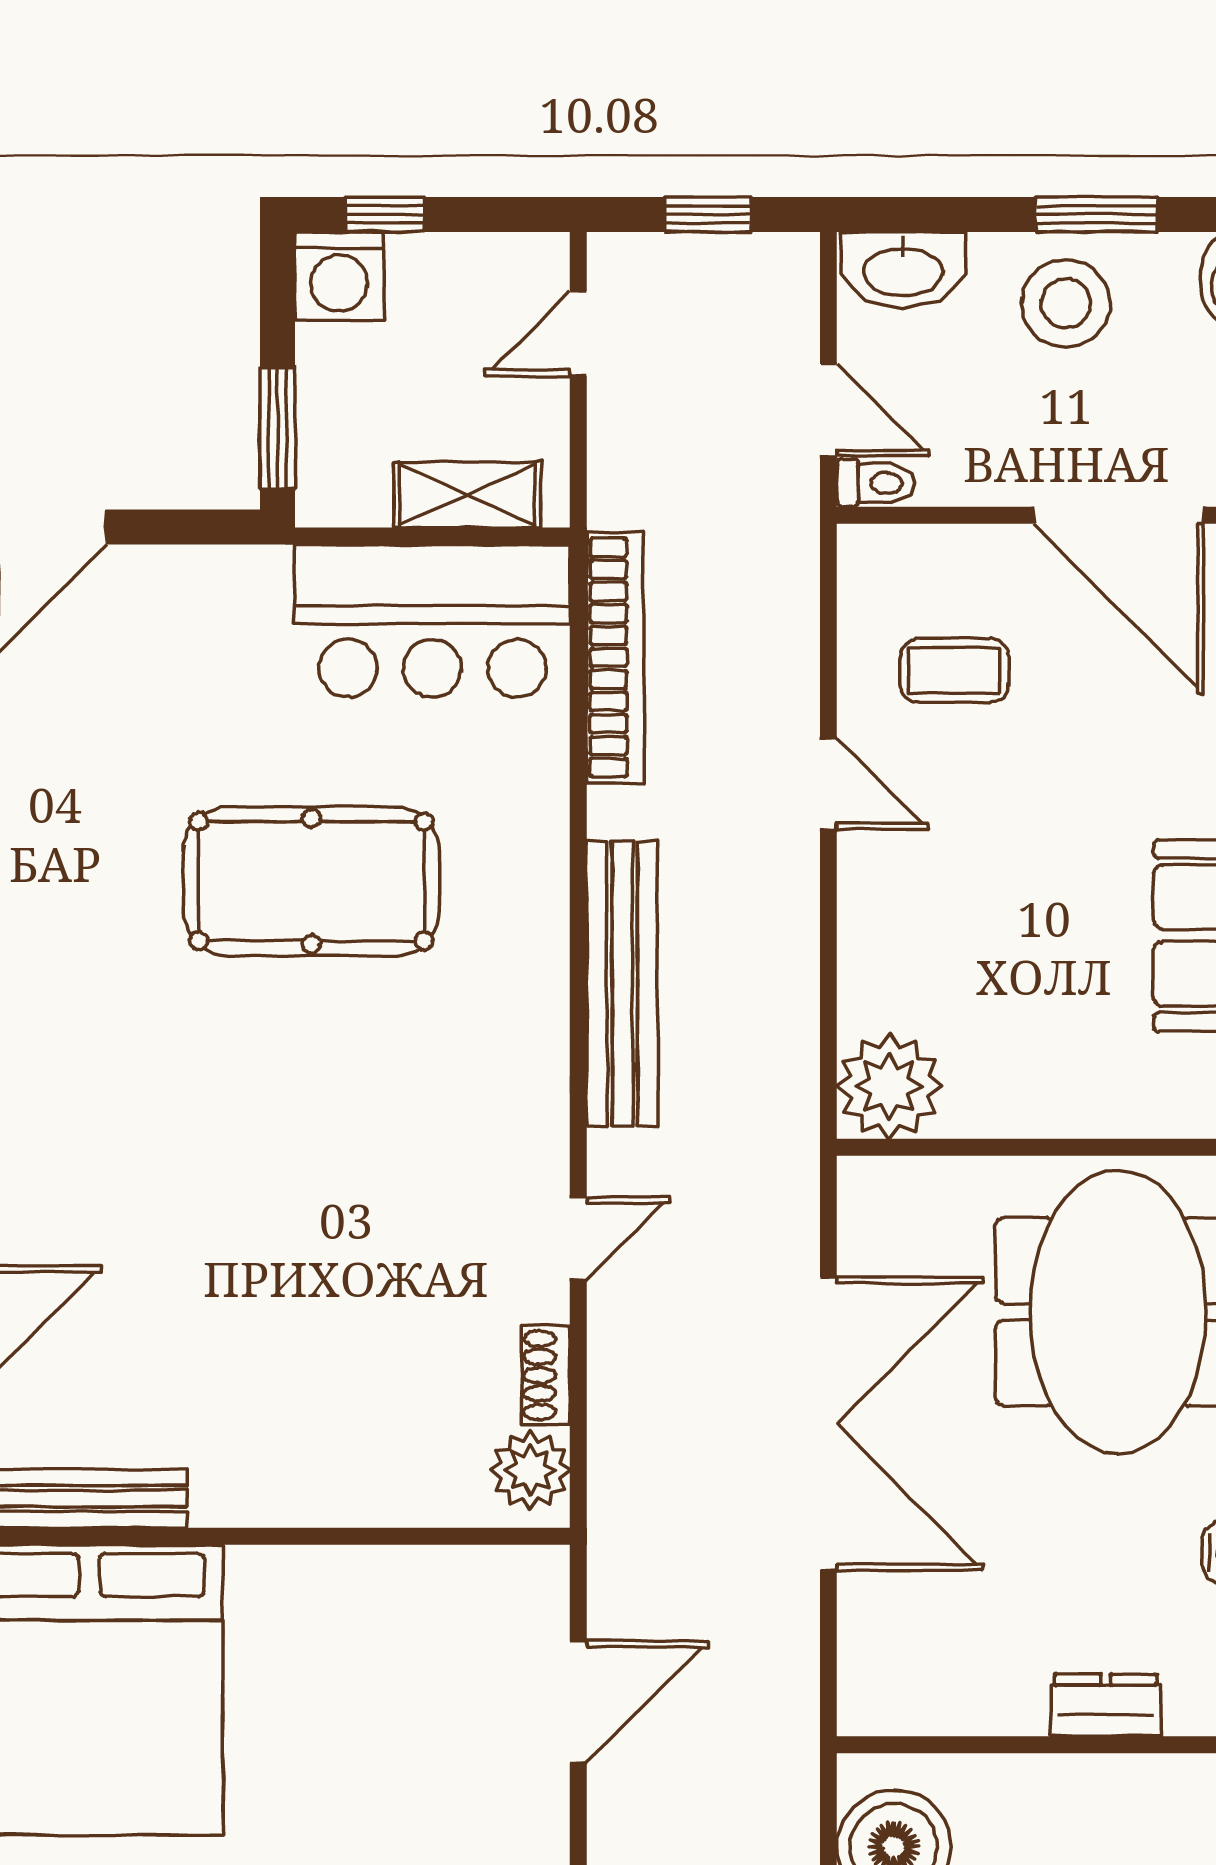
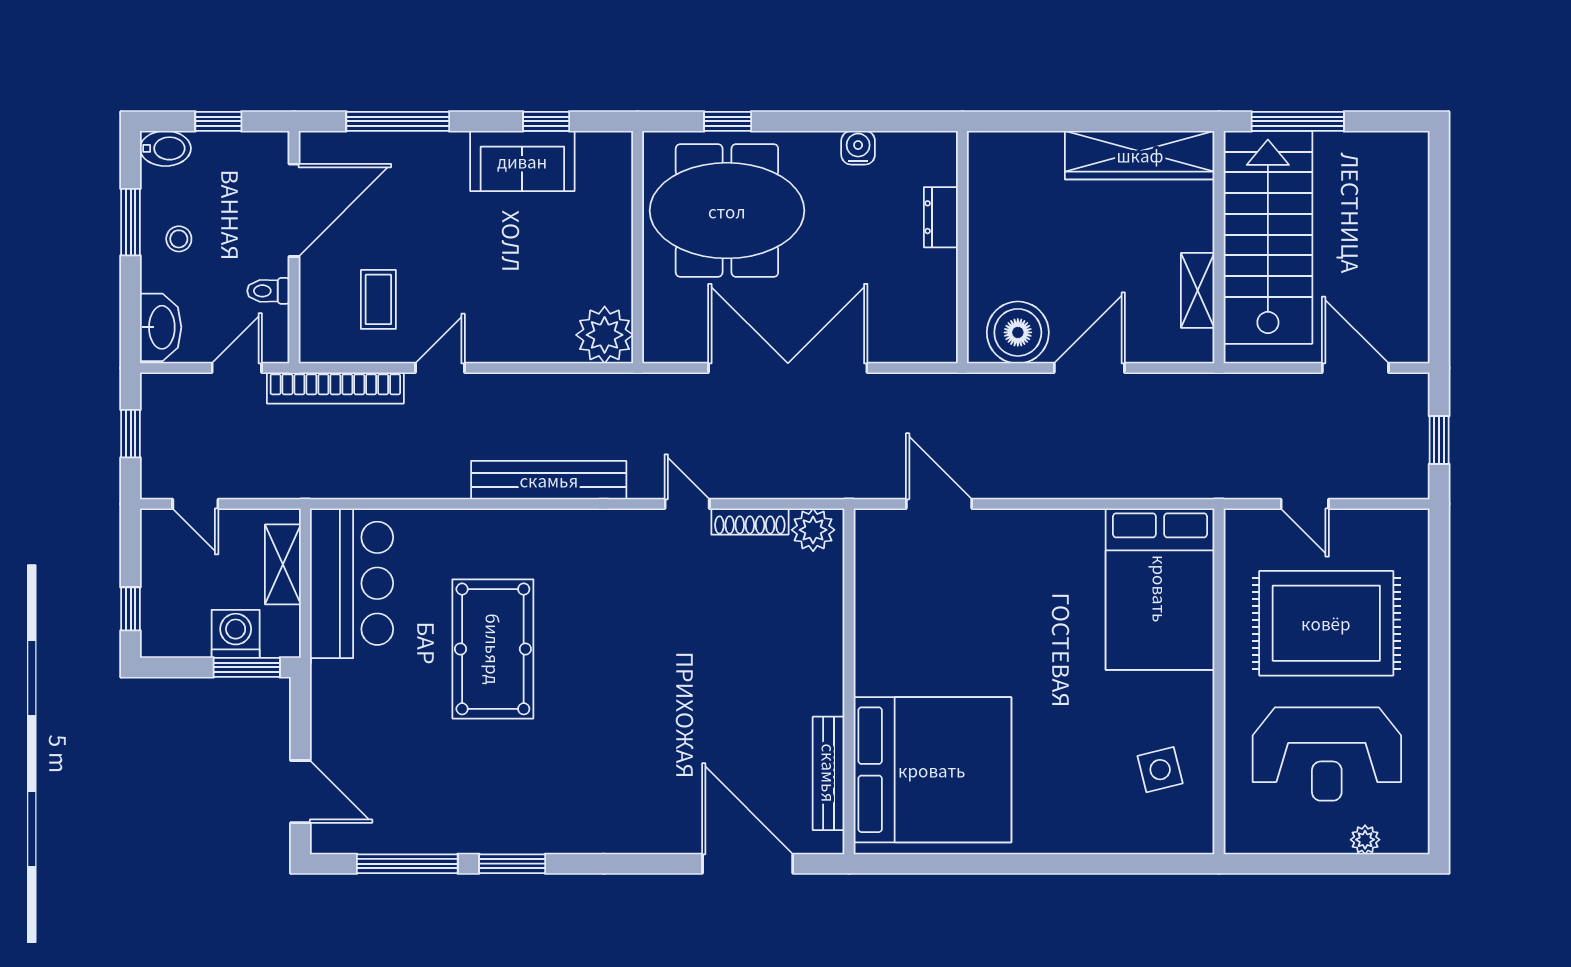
washing machine: (339, 276) -> (236, 634), moved, turned -90
stool: (1066, 303) -> (179, 239), width x0.53, depth x0.53
toilet: (876, 483) -> (268, 291), moved, turned -90
bookcase: (615, 658) -> (335, 388), moved, turned 180
shoe rack: (546, 1375) -> (750, 522), width x1.43

